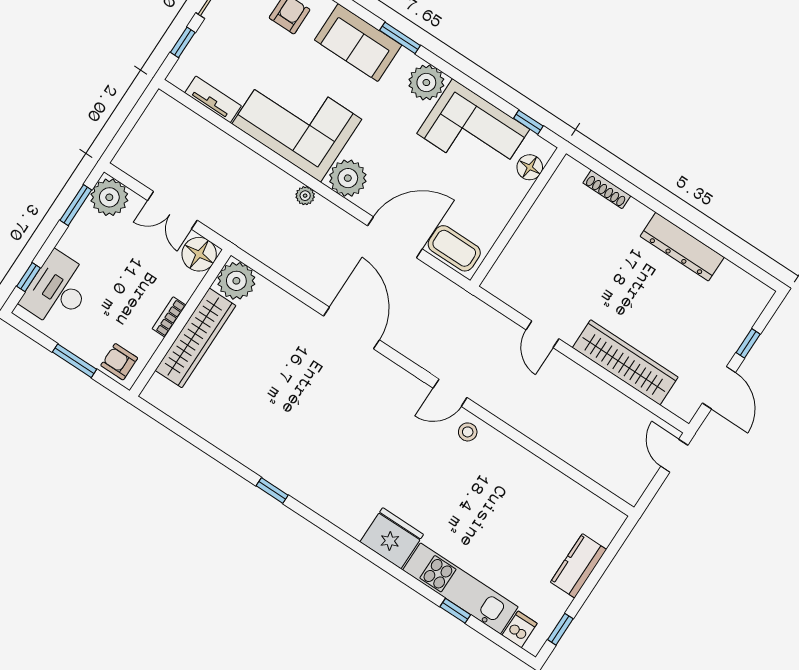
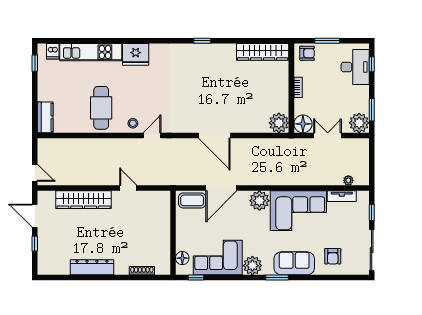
plant: (305, 196) -> (348, 180), moved
wardrobe: (196, 338) -> (263, 52), moved, turned -90
cafe table: (502, 489) -> (101, 108), added
kitchen counter: (579, 566) -> (45, 117), moved
window: (455, 611) -> (87, 41), removed

